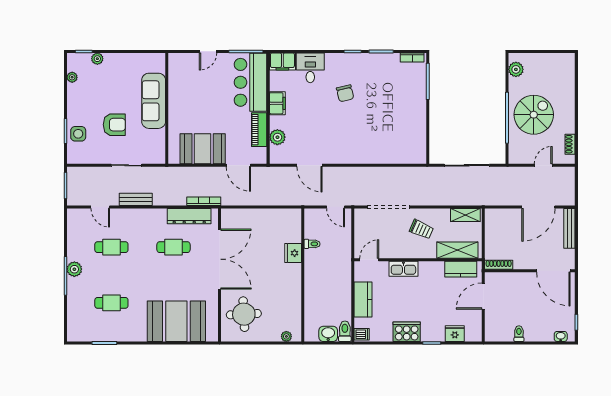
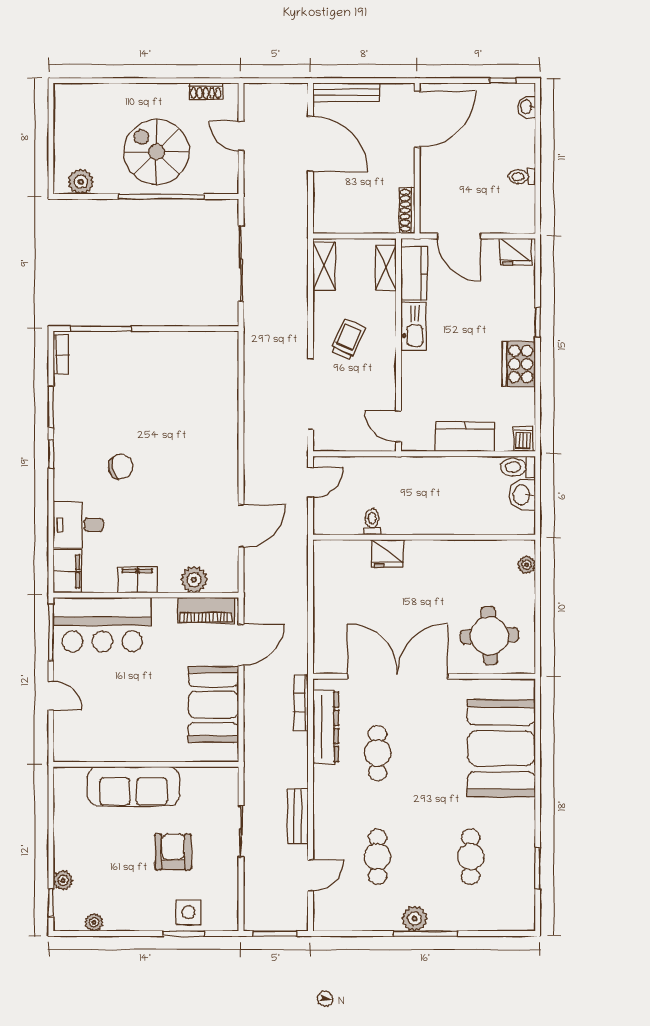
piano: (259, 130) -> (206, 610), moved
shelving: (457, 250) -> (386, 268), width x0.67, depth x0.75
kitchen sink: (403, 269) -> (414, 326), moved
fridge: (455, 334) -> (516, 252), moved, turned -90

